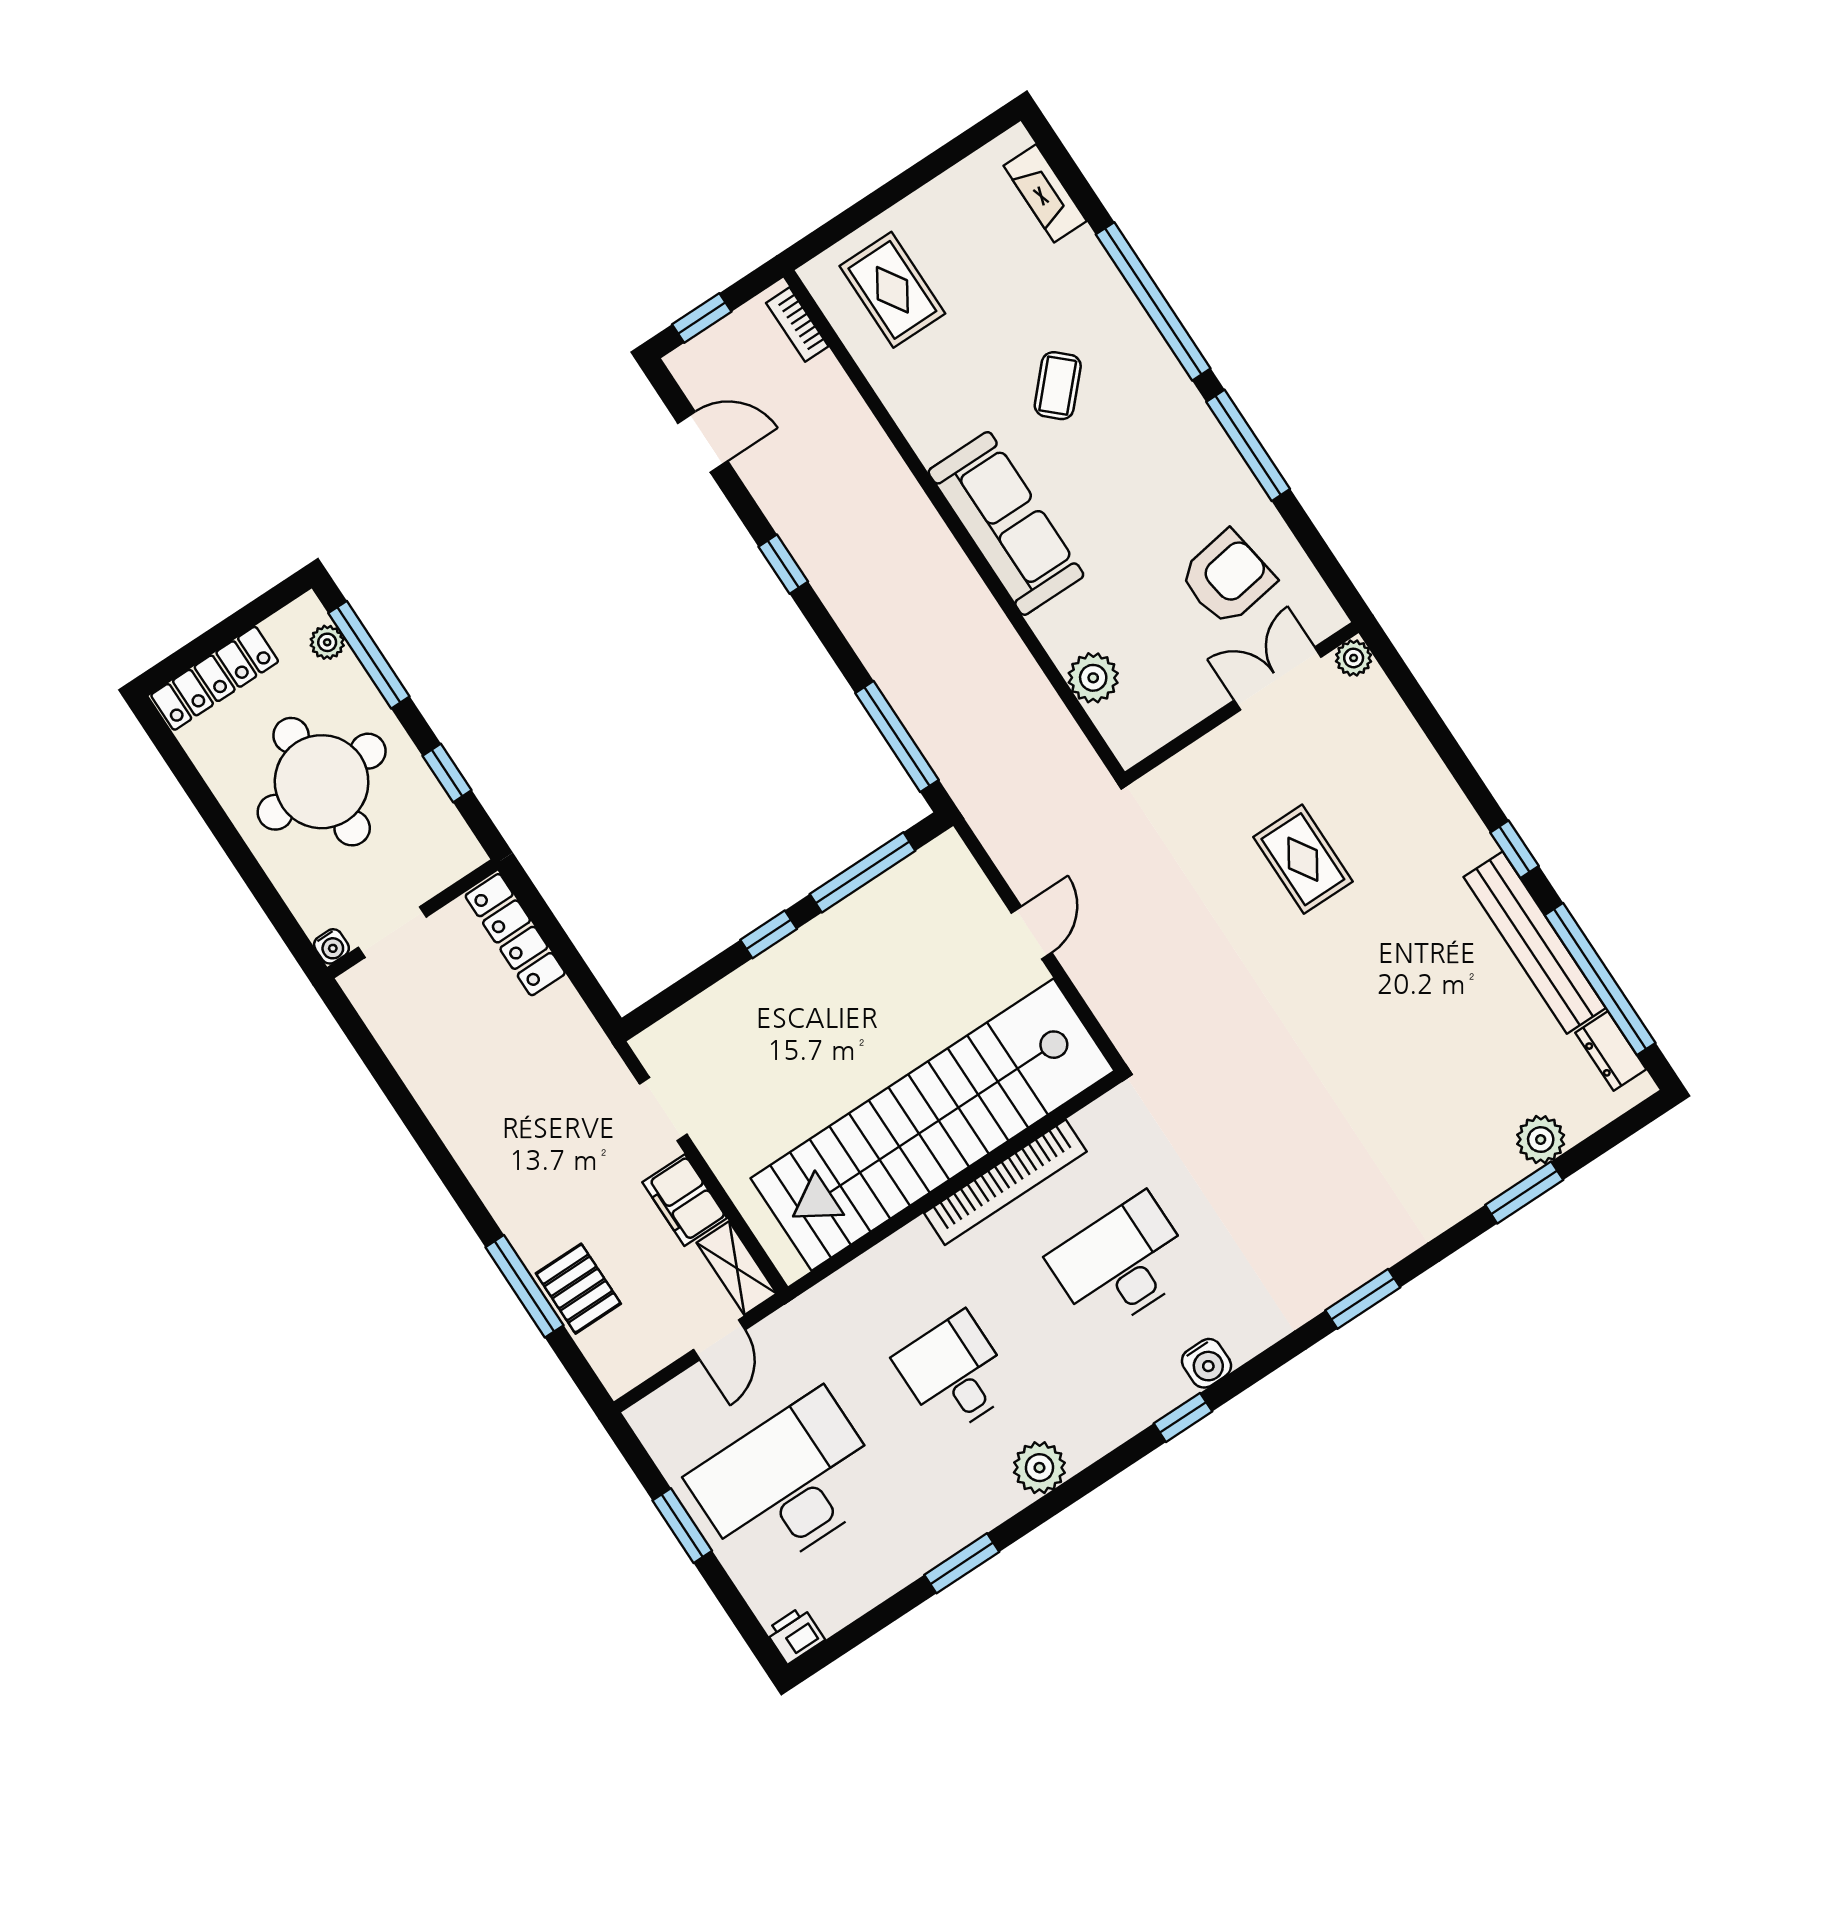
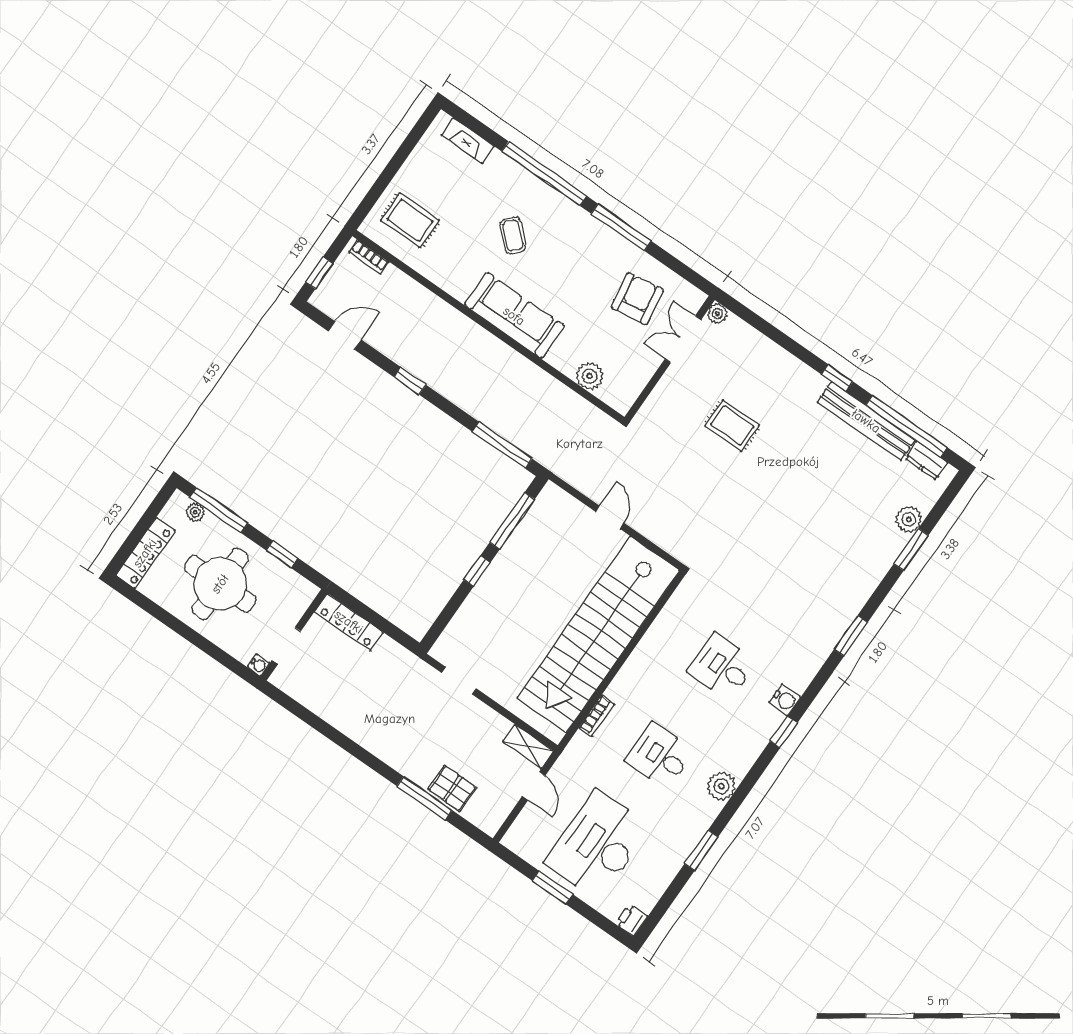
bookcase: (1005, 1182) -> (597, 716), moved, width x0.43, depth x0.76
filing cabinet: (685, 1200) -> (488, 722), removed
desk: (1122, 1263) -> (722, 666), width x0.73

